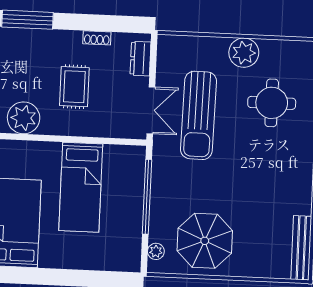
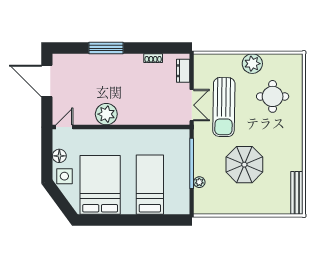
rug: (74, 87) -> (139, 92), removed
bed: (81, 187) -> (150, 185), moved, turned 180
parasol: (205, 241) -> (244, 165), moved
plant: (156, 251) -> (199, 182), moved

